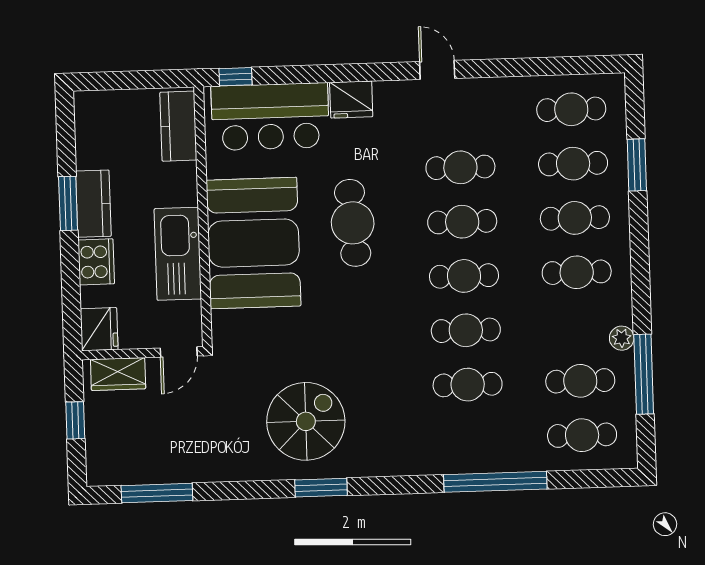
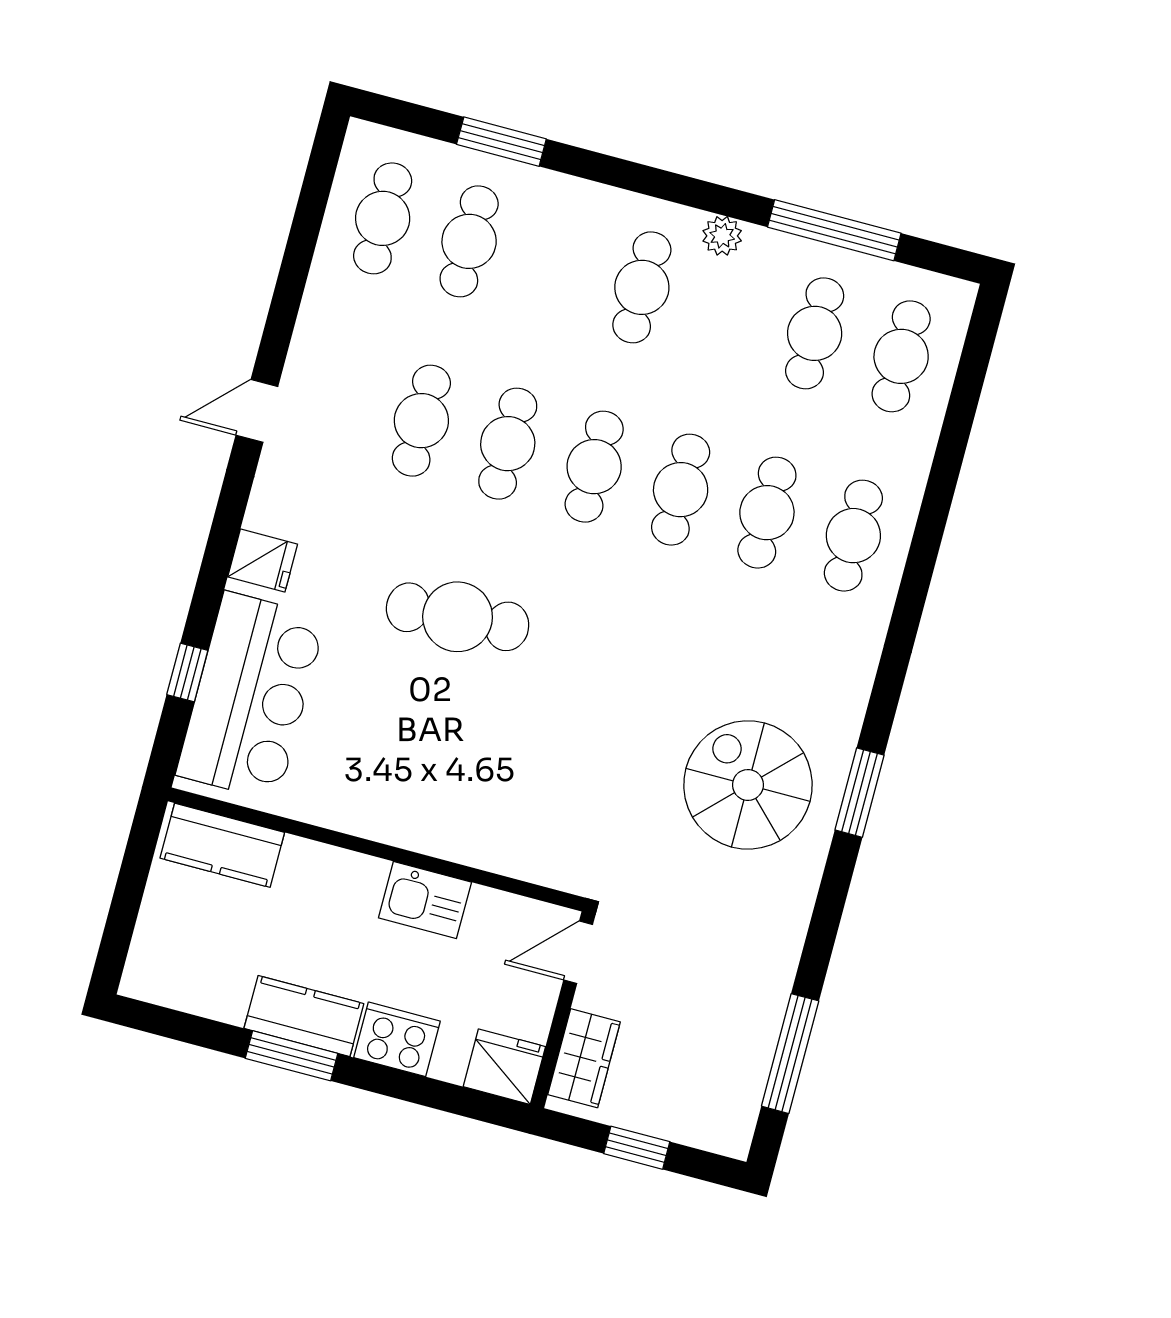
window: (236, 77) -> (187, 672), moved
fridge: (351, 100) -> (263, 560), width x0.72
cafe table: (575, 218) -> (853, 536), moved
booth: (254, 243) -> (442, 783), removed
kitchen sink: (178, 254) -> (425, 900), width x0.53, depth x0.81
plant: (622, 338) -> (722, 236), moved
door: (179, 352) -> (578, 952), swing flipped
window: (495, 482) -> (933, 515), removed

